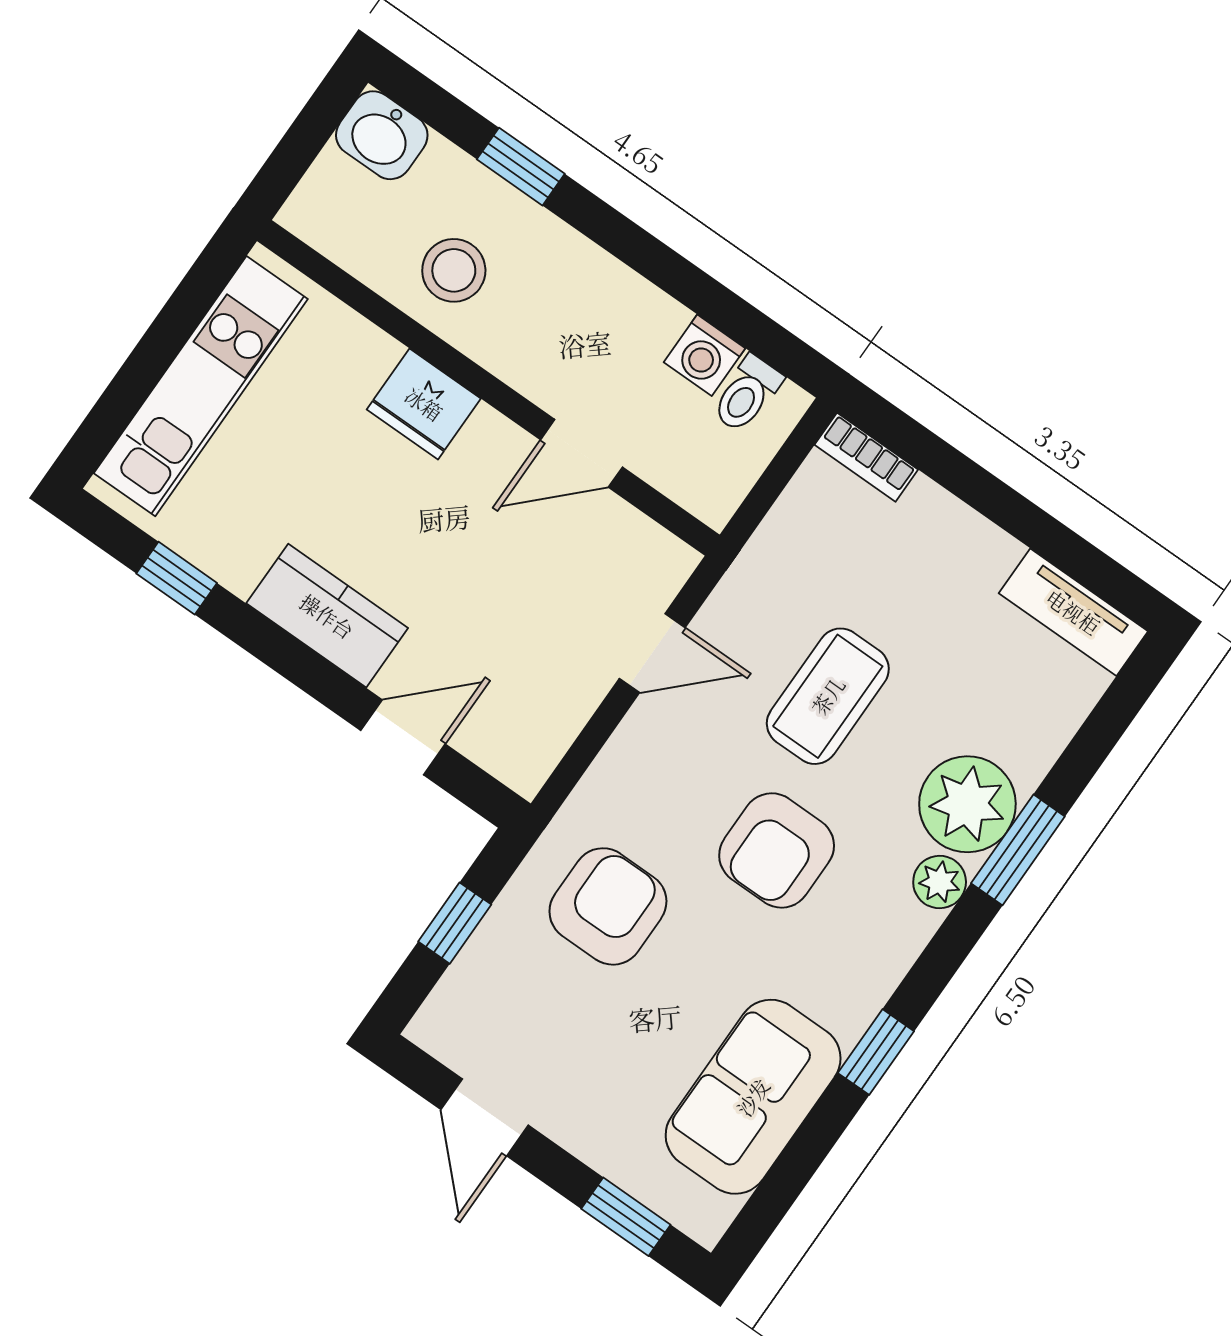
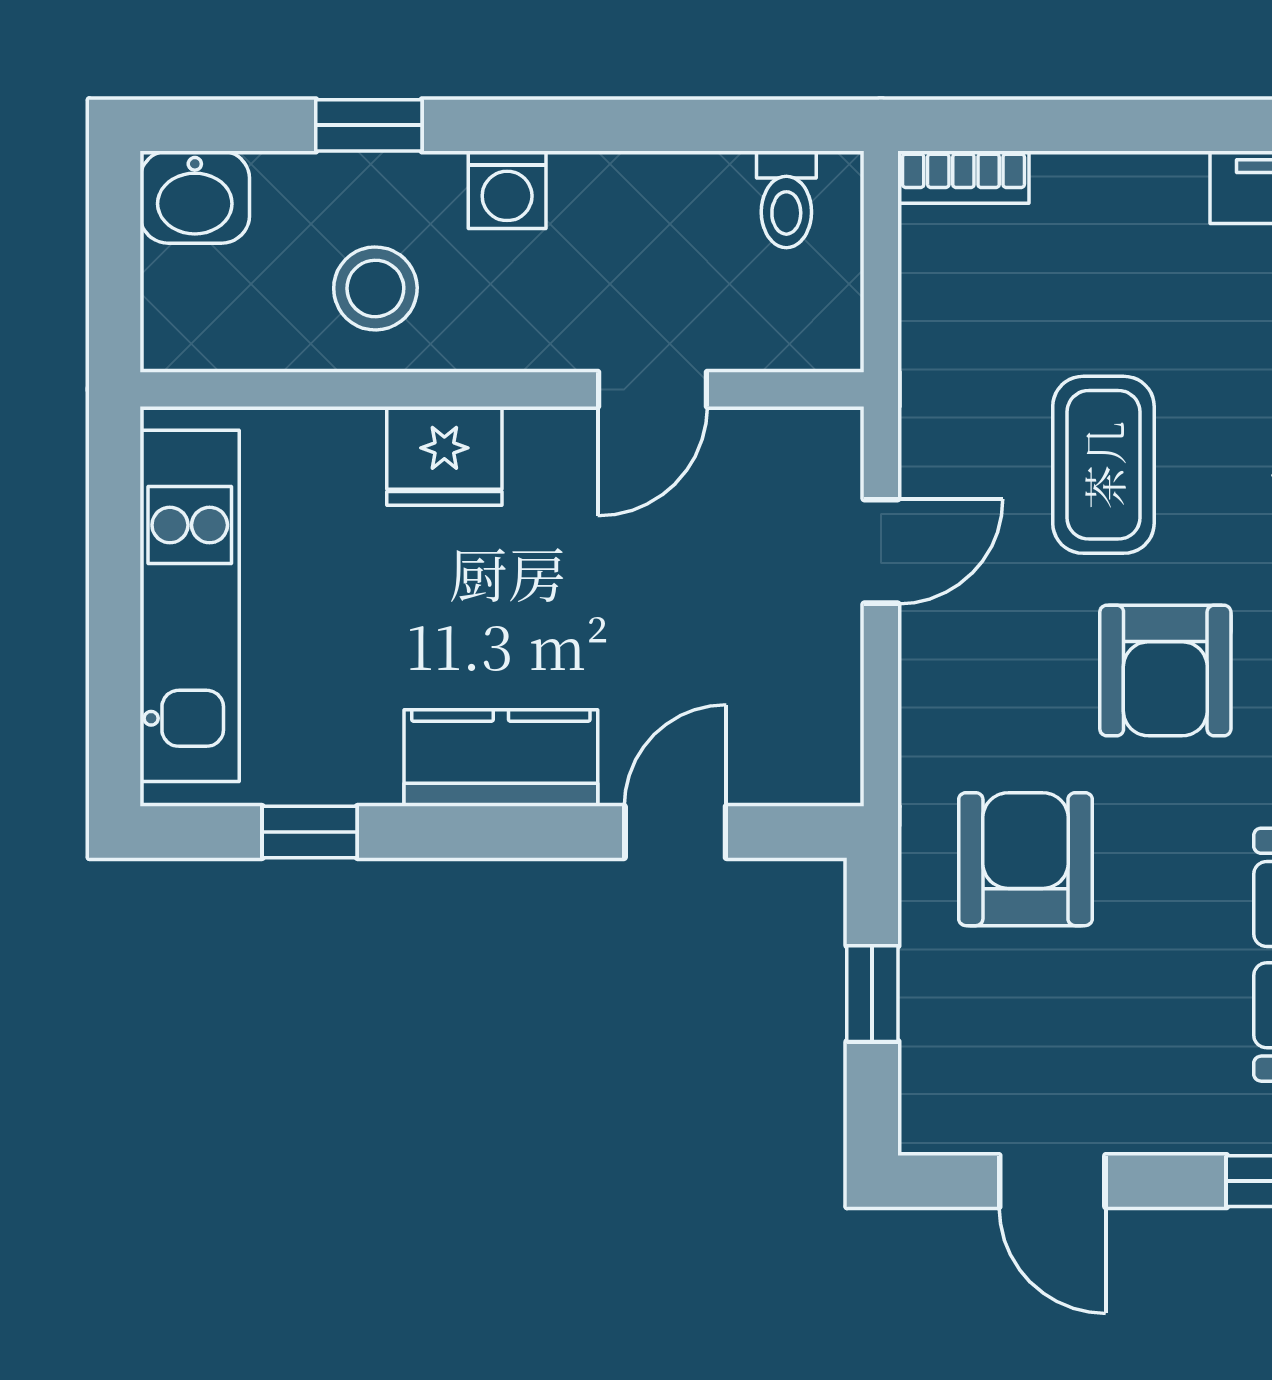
washing machine: (704, 355) -> (507, 190), moved

